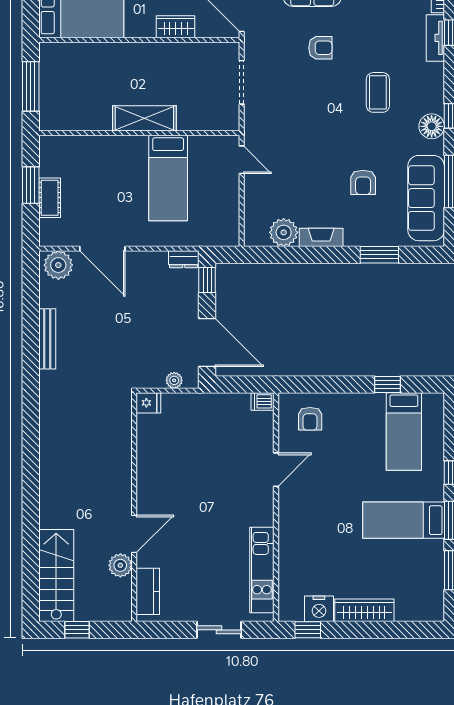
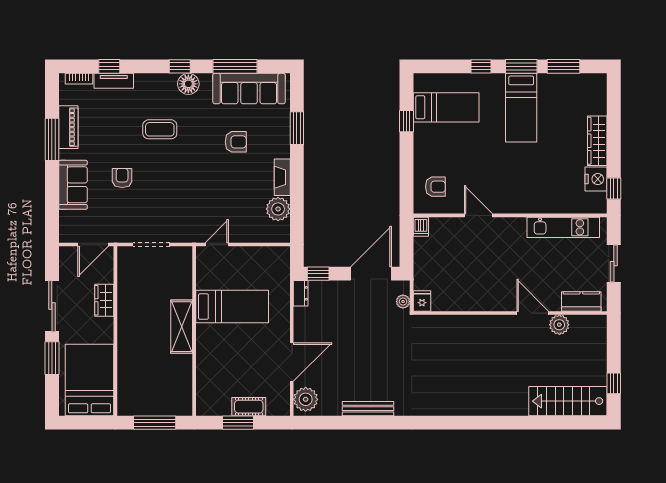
fridge: (148, 403) -> (422, 301), moved
wall: (134, 507) -> (510, 313), moved
door: (134, 534) -> (533, 313), moved
plant: (120, 565) -> (559, 325), moved
kitchen counter: (148, 591) -> (581, 301), moved

